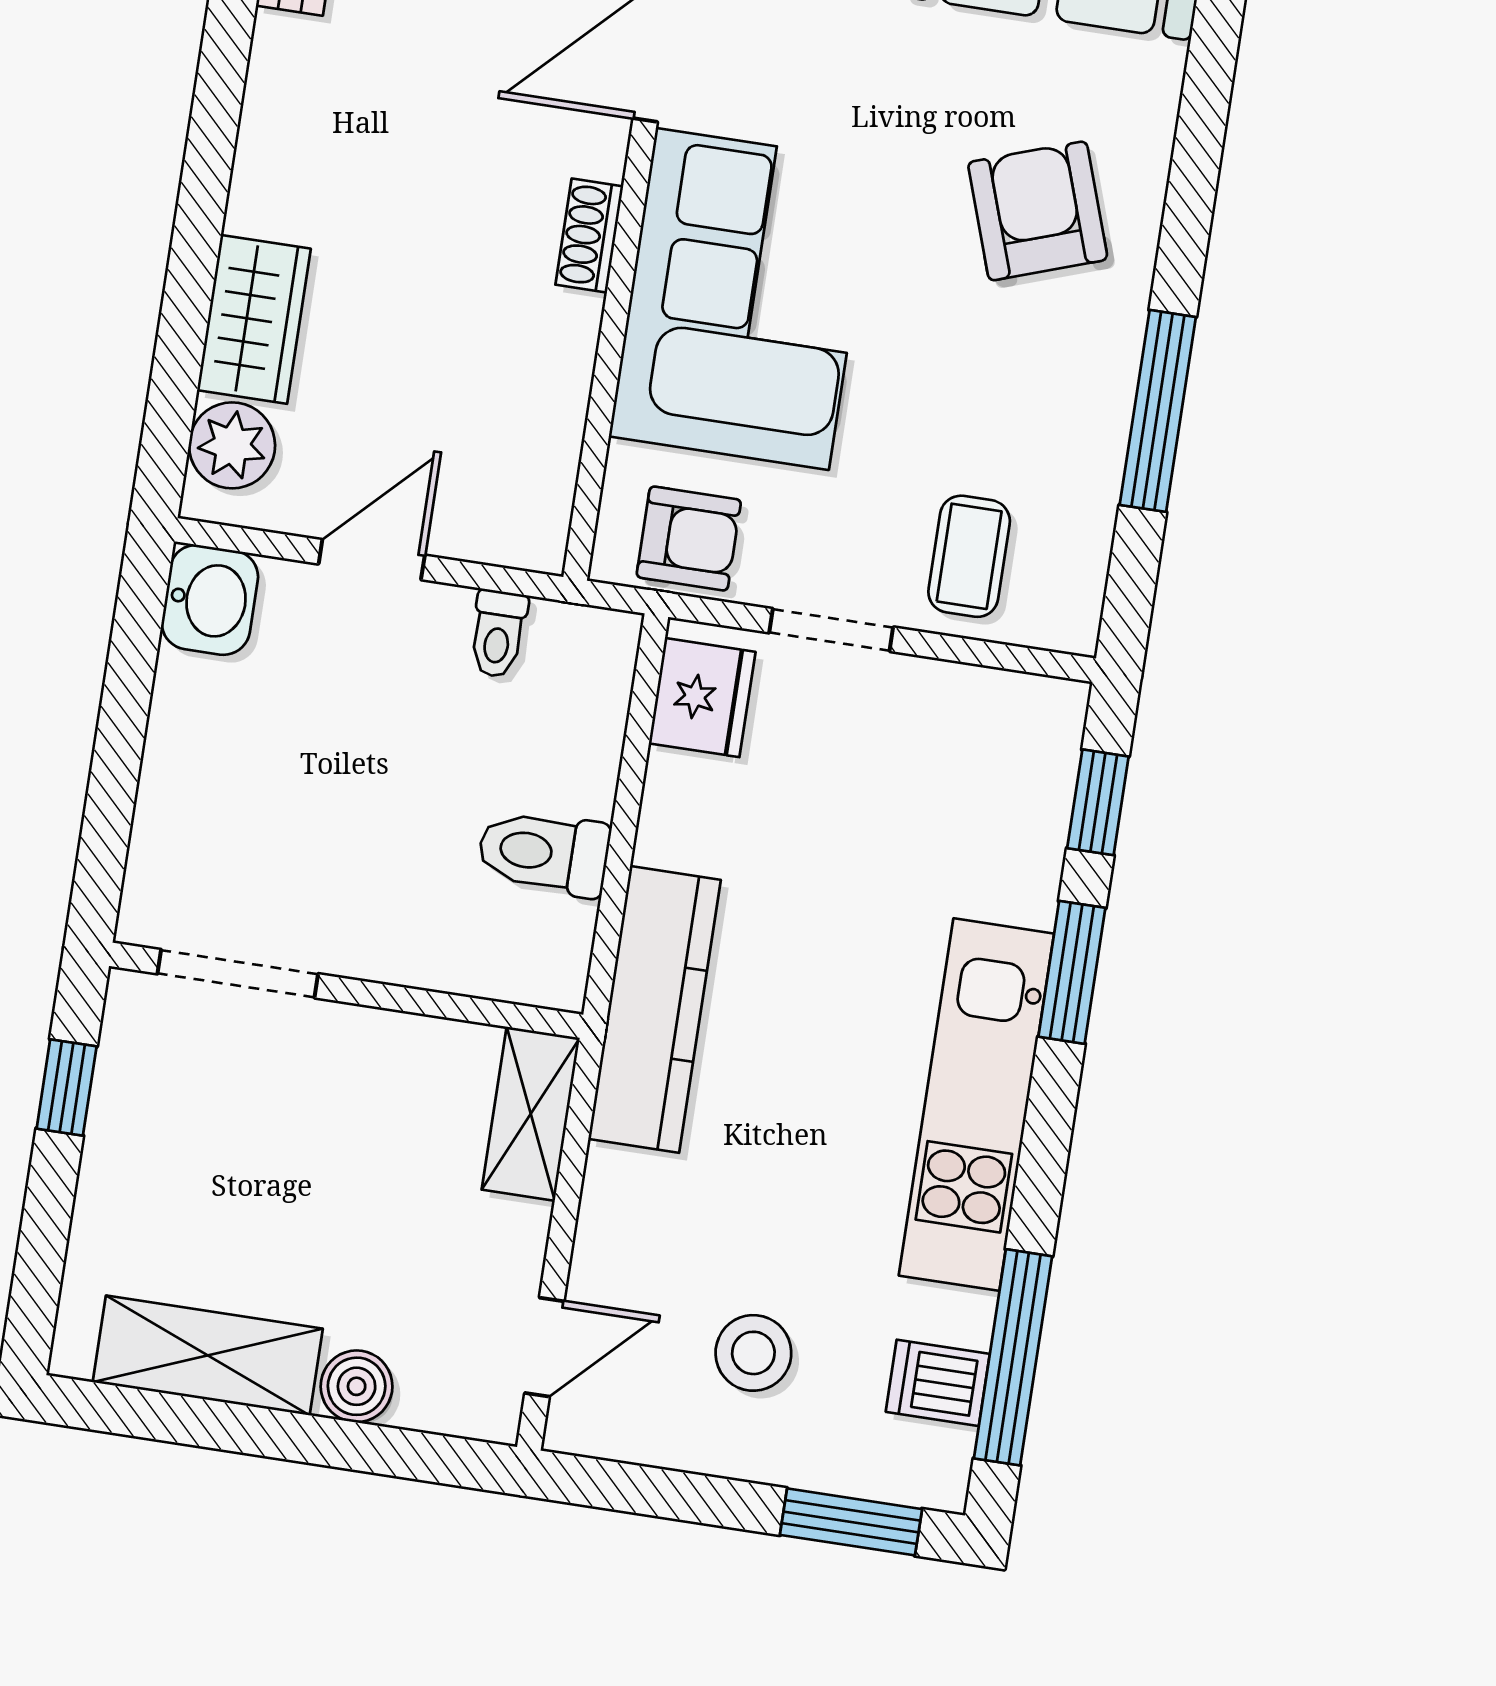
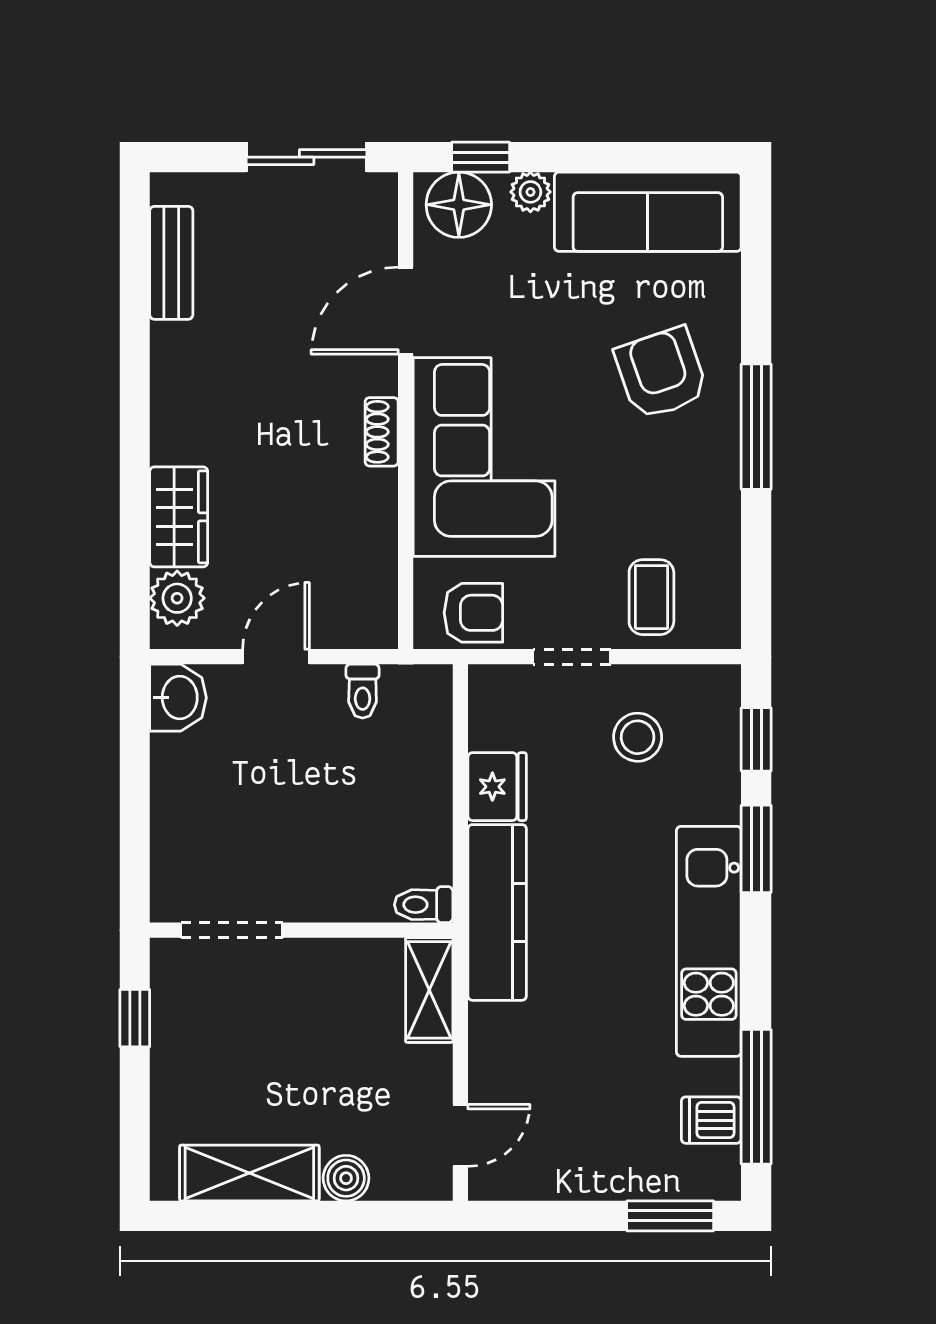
window: (1158, 411) -> (756, 427), moved
fridge: (702, 698) -> (497, 787), moved
toilet: (544, 853) -> (424, 905), moved, width x0.73, depth x0.72
stool: (753, 1353) -> (638, 737), moved

